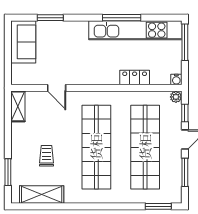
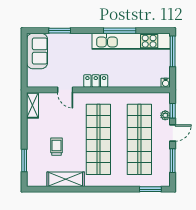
locker: (135, 77) -> (96, 81), moved
plant: (176, 97) -> (165, 115), moved
shelving: (42, 195) -> (66, 179), moved

